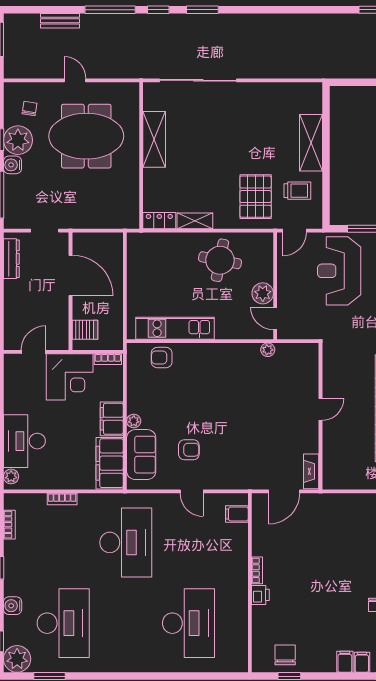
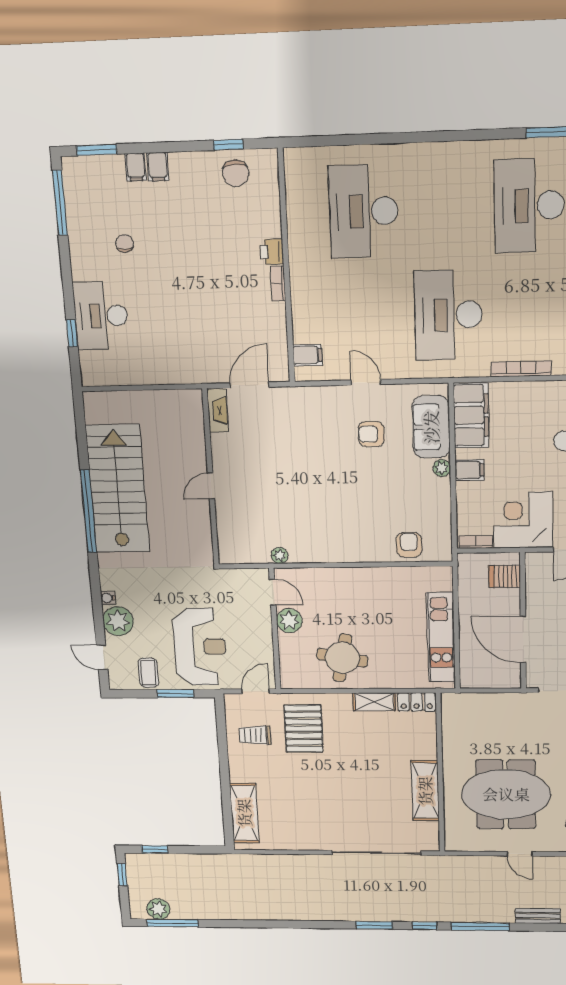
shelving: (311, 143) -> (244, 813), moved
kitchen unit: (175, 328) -> (441, 637), moved, turned 90
armchair: (162, 358) -> (409, 545), turned -90
filing cabinet: (112, 419) -> (469, 470), width x0.50
bookcase: (62, 499) -> (521, 369), width x1.56

